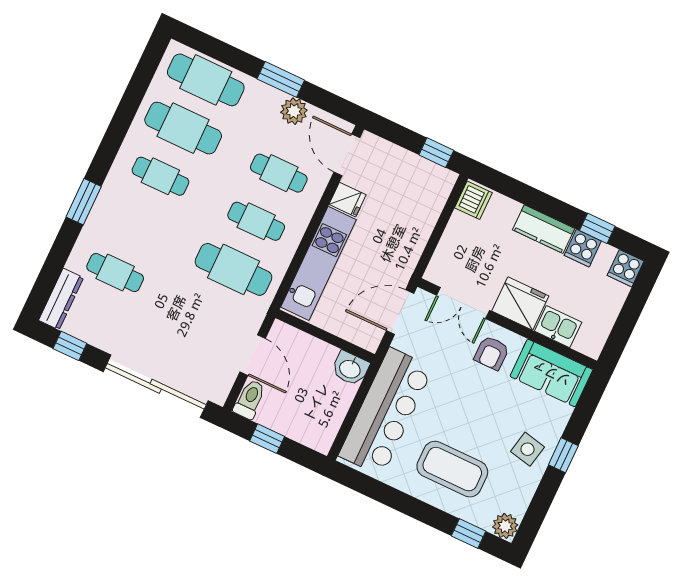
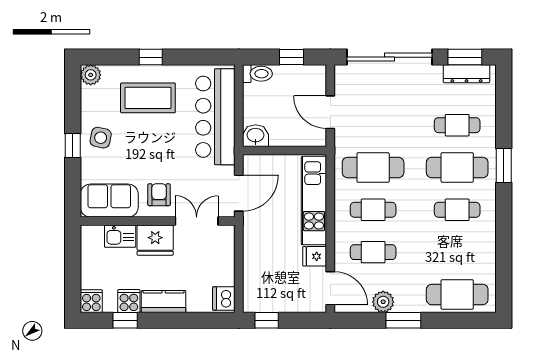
cafe table: (183, 128) -> (457, 167), moved
dresser: (61, 299) -> (467, 74), moved, turned -90
window: (70, 346) -> (465, 57), width x1.50
toilet: (250, 399) -> (257, 74), moved, turned -90
window: (469, 533) -> (151, 57), moved

